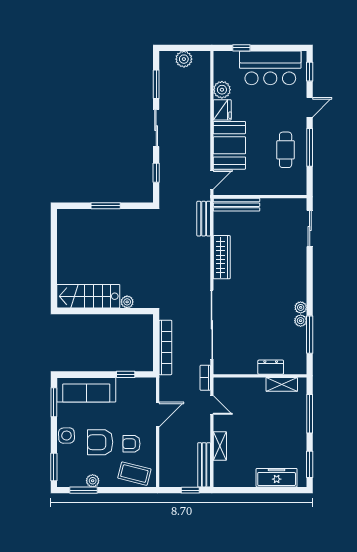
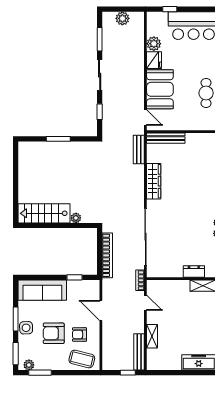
door: (212, 180) -> (145, 118), hinge flipped
window: (54, 402) -> (16, 319), moved
door: (158, 415) -> (101, 311), swing flipped
plant: (93, 481) -> (29, 365), moved

